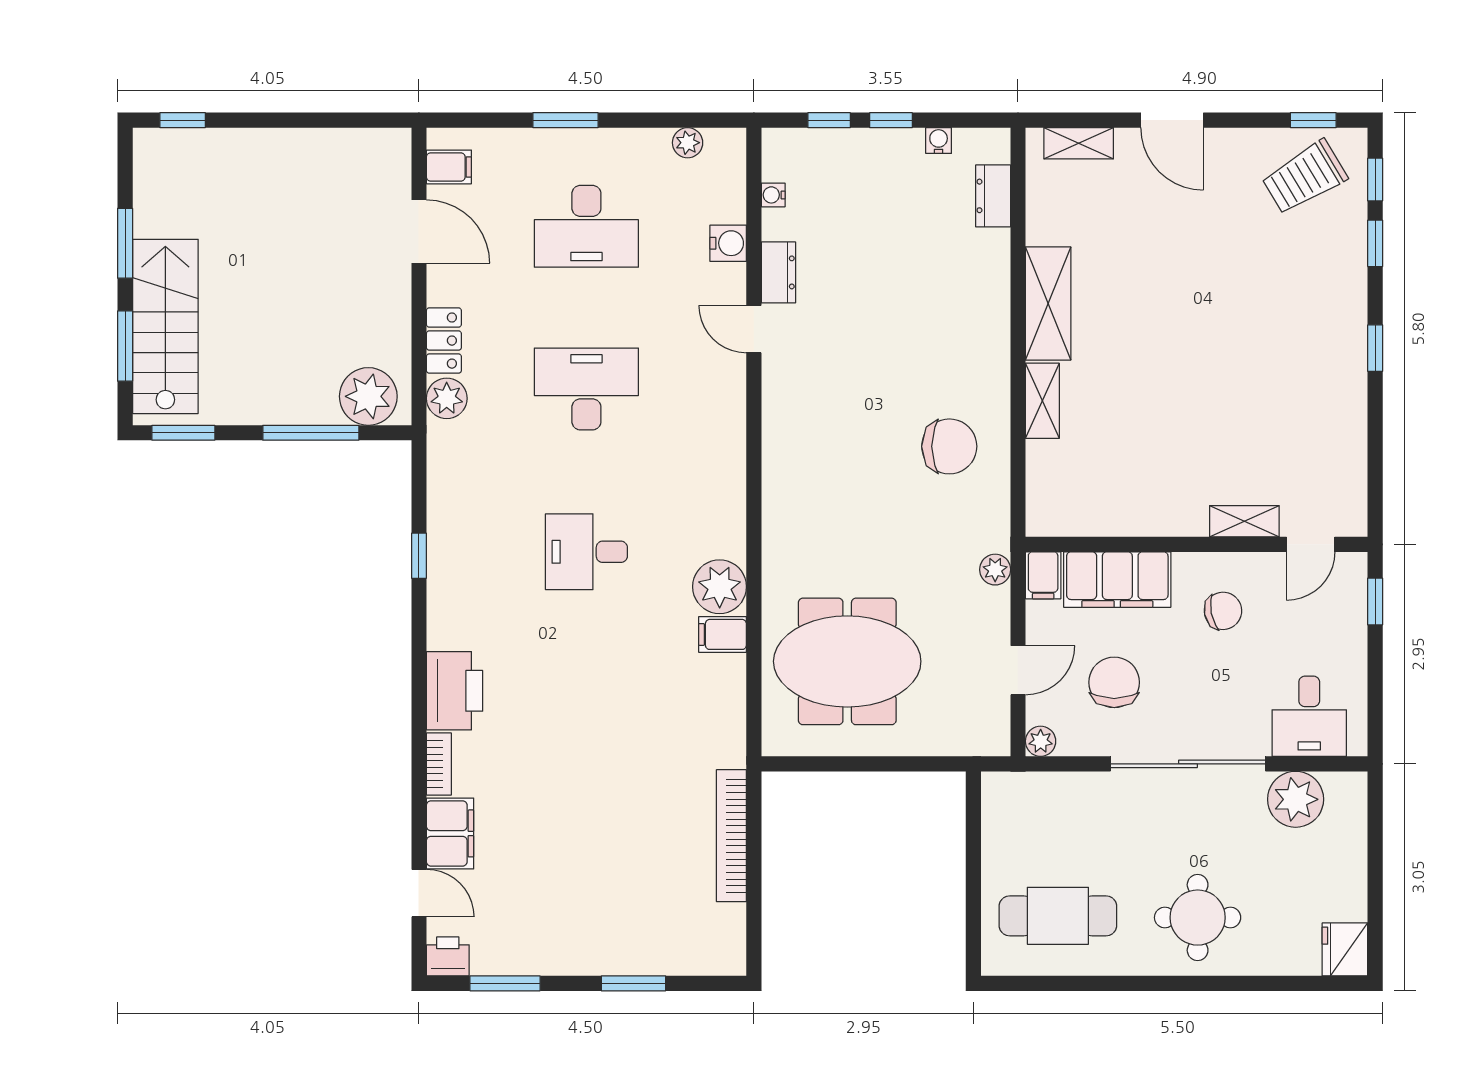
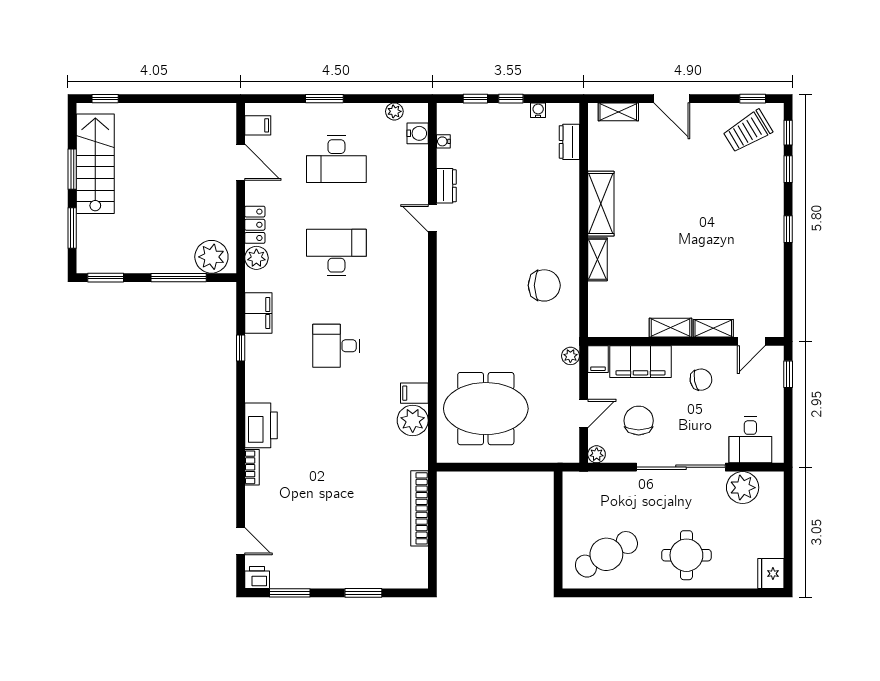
water cooler: (728, 243) -> (418, 133), moved
stairs: (165, 326) -> (95, 164), moved
shelving: (1170, 520) -> (670, 328), added
plant: (720, 587) -> (413, 420), moved
filing cabinet: (450, 833) -> (258, 313), moved
cafe table: (1058, 916) -> (606, 554), turned -30

